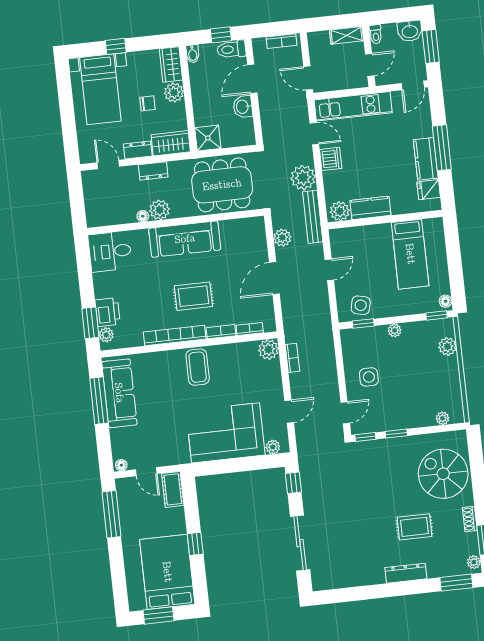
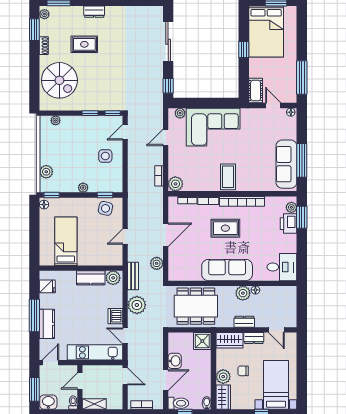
kitchen counter: (426, 159) -> (47, 324), moved
bench: (313, 217) -> (133, 276), width x0.73
dresser: (406, 573) -> (94, 12), width x0.70

